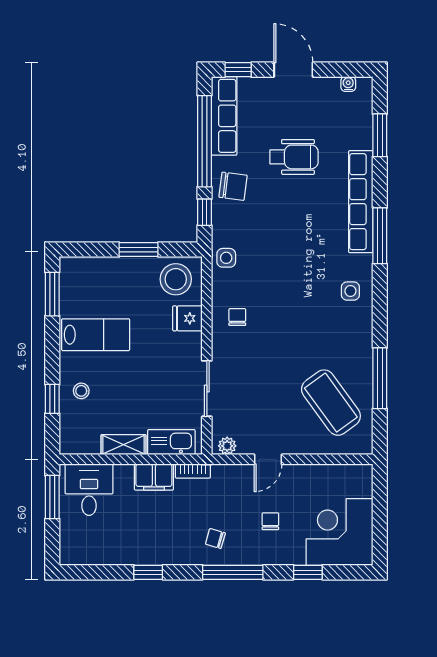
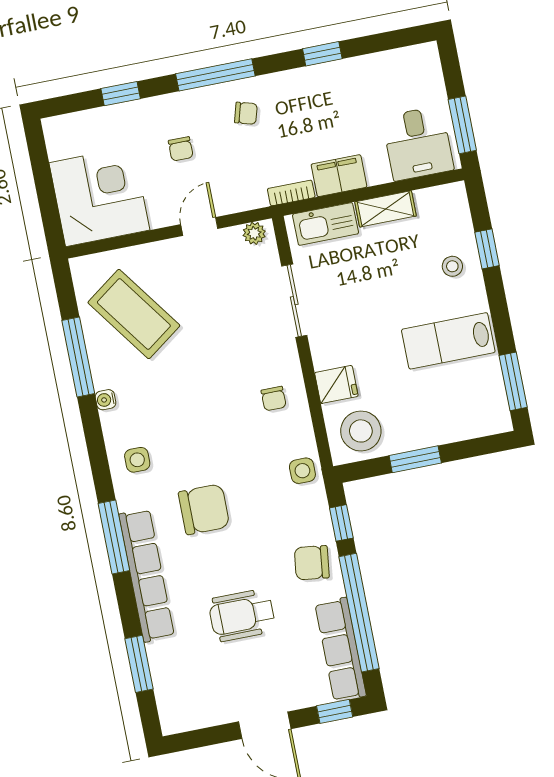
water cooler: (348, 84) -> (106, 400), moved, turned 90
chair: (307, 243) -> (204, 509), added
corner desk: (339, 532) -> (99, 196), moved, turned -90

